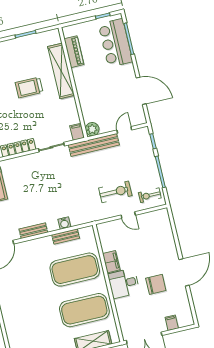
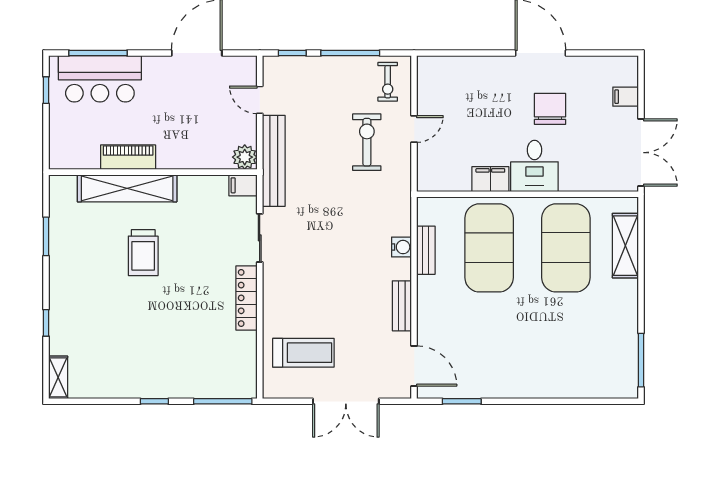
piano: (74, 52) -> (128, 157), moved

